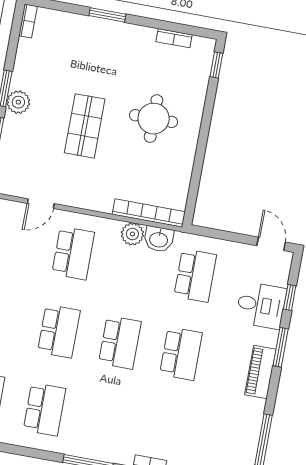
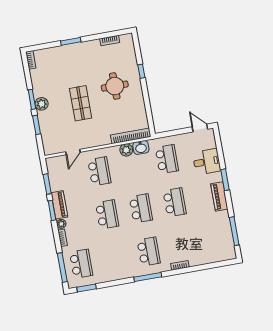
window: (216, 65) -> (141, 71), moved
window: (290, 298) -> (220, 152), removed
school desk: (45, 409) -> (149, 252), moved

